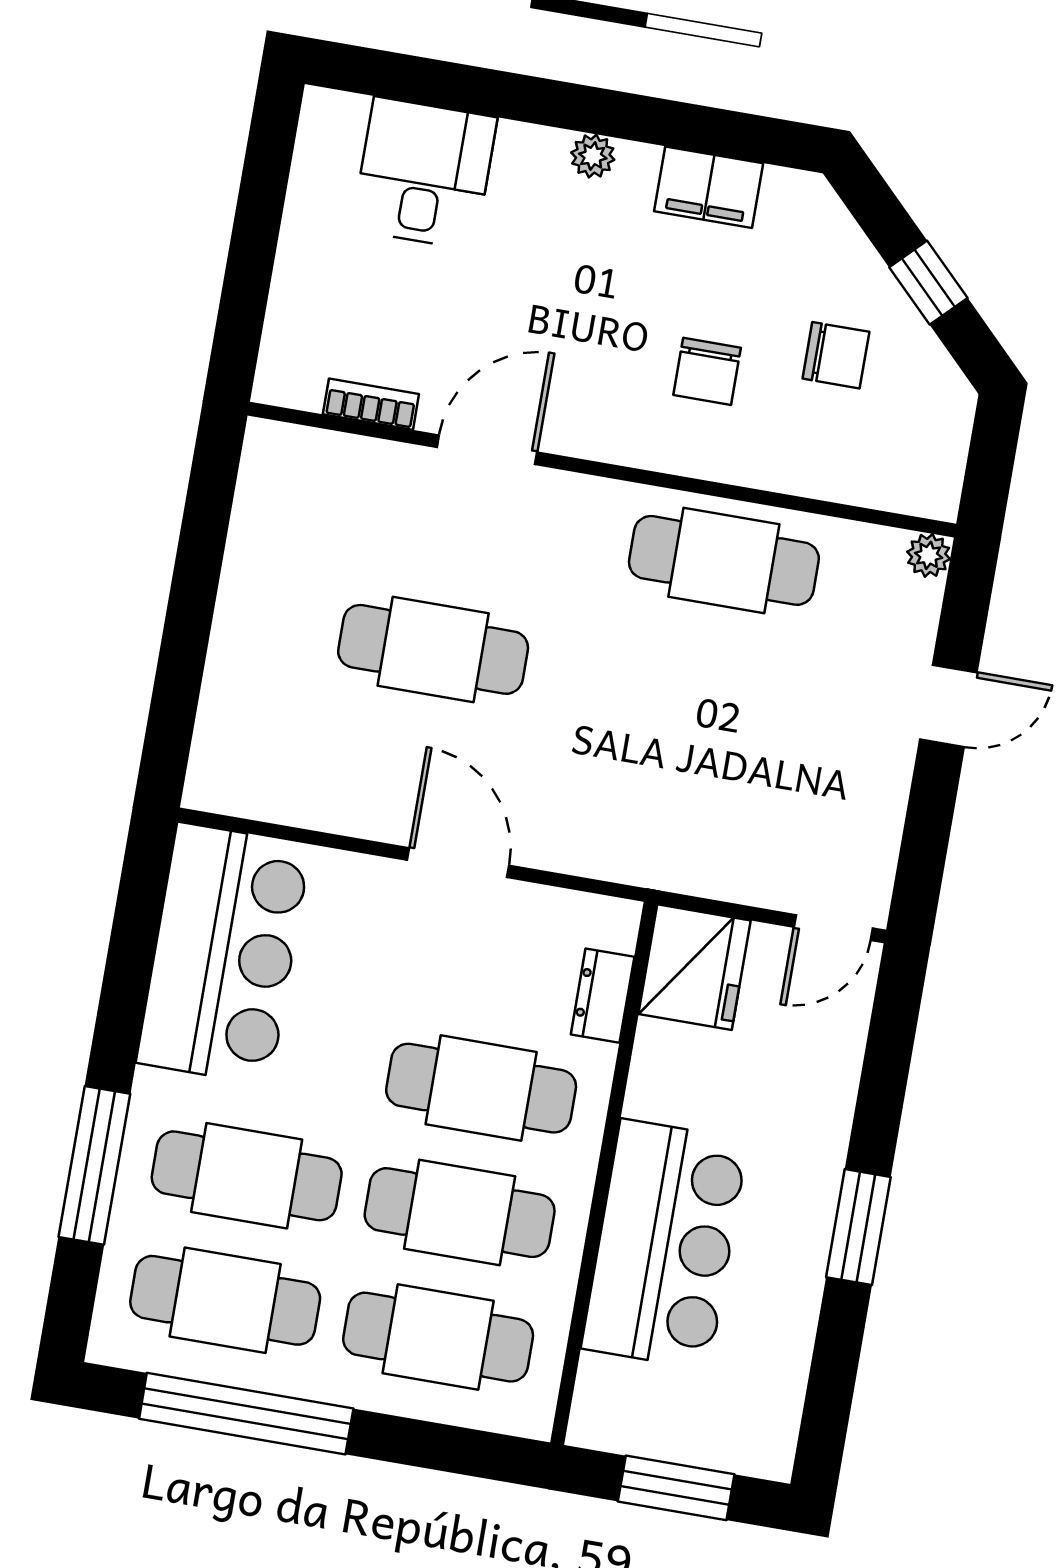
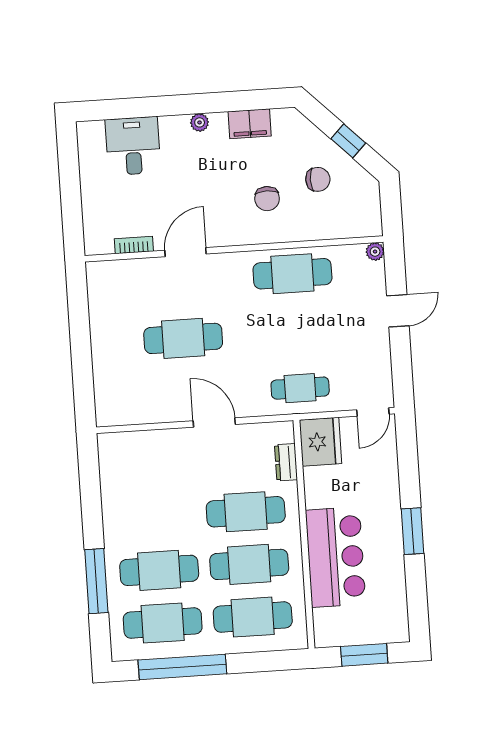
cafe table: (677, 831) -> (300, 388), added
bar counter: (224, 954) -> (128, 482), removed

